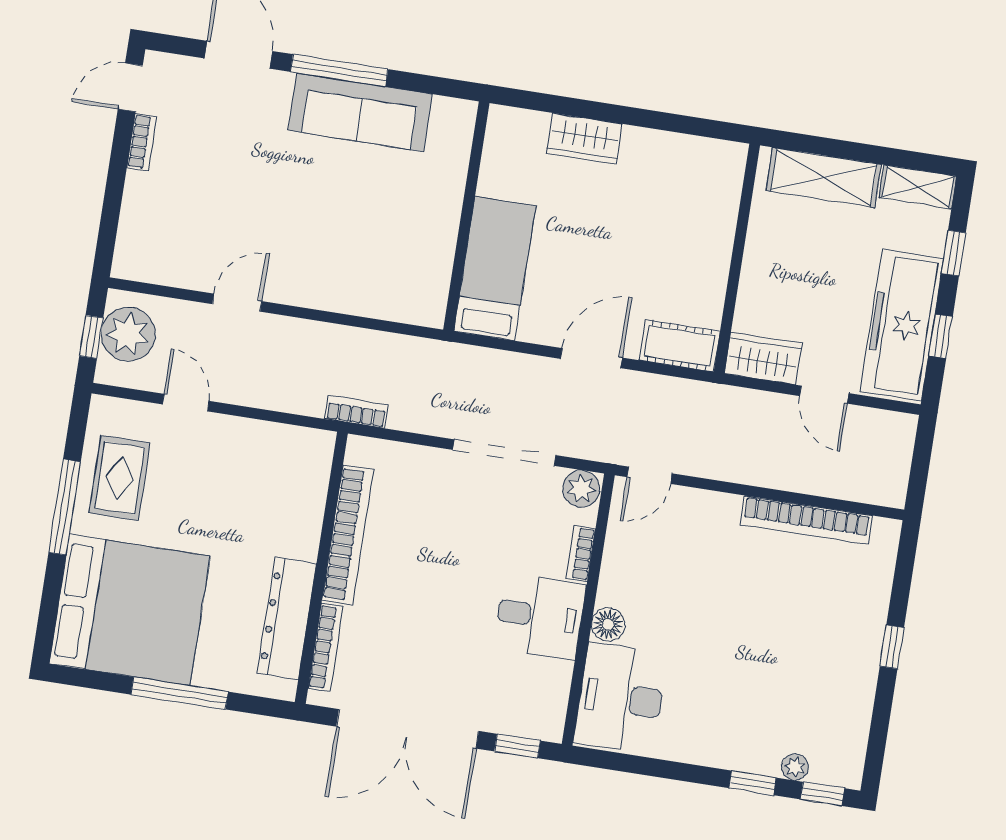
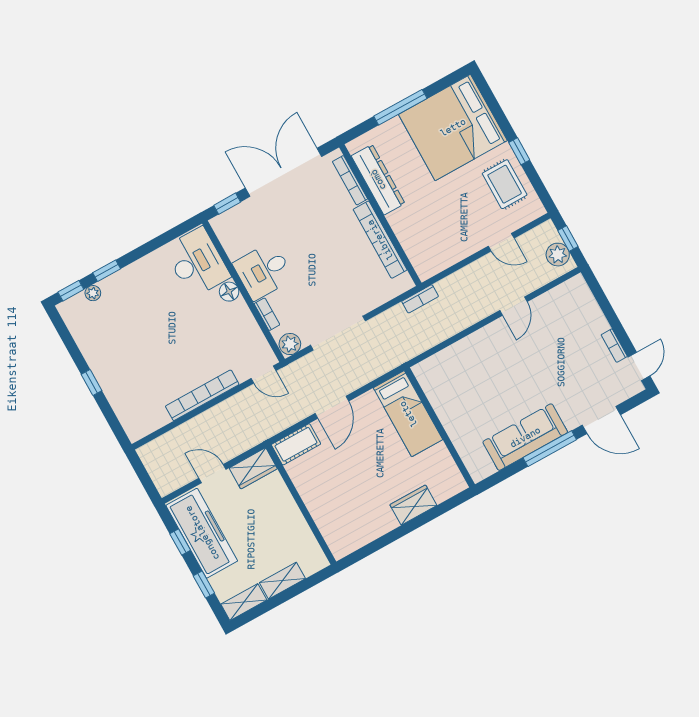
shelving: (824, 178) -> (282, 581), width x0.67, depth x0.75
plant: (128, 334) -> (558, 255), width x0.73, depth x0.73
door: (650, 475) -> (263, 374), swing flipped
window: (65, 507) -> (519, 151), width x0.46
bookcase: (806, 520) -> (202, 395), moved

